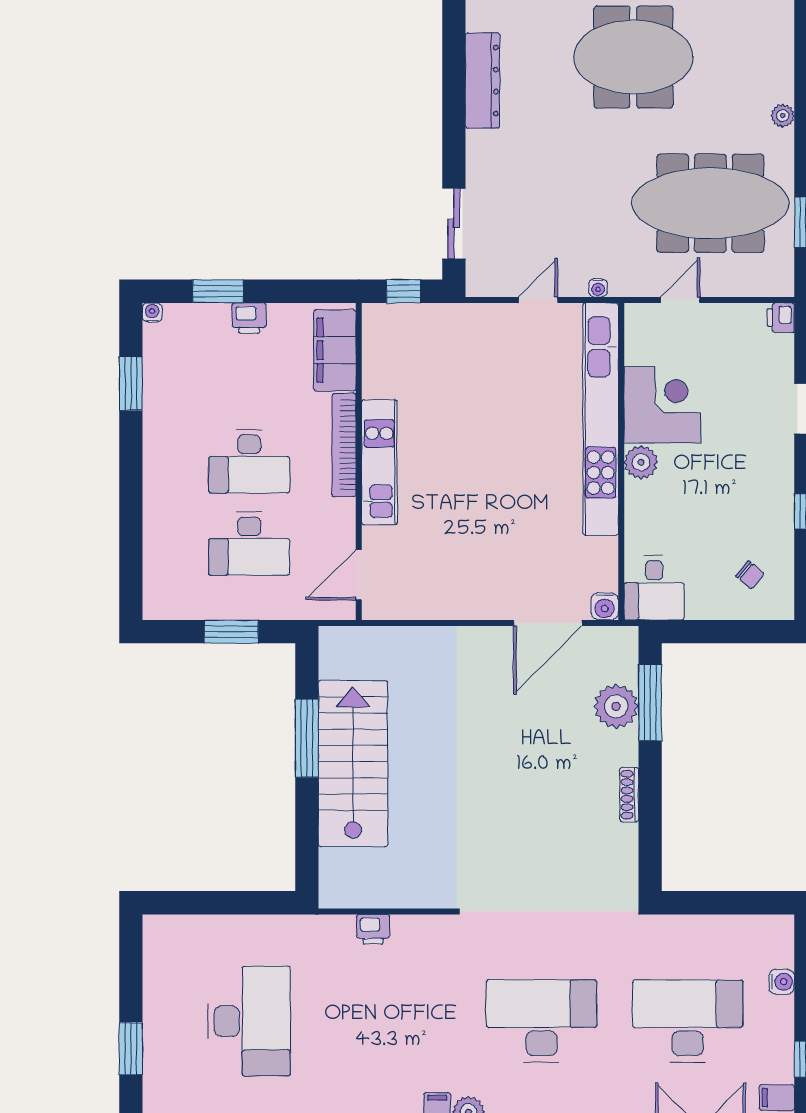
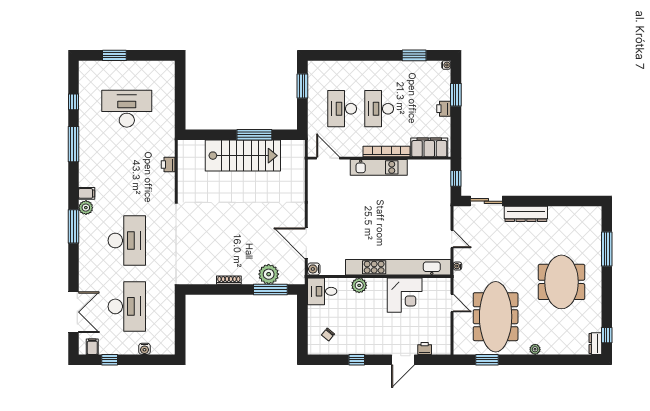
dresser: (483, 81) -> (526, 214), moved
printer: (781, 318) -> (425, 348), moved
plant: (641, 462) -> (359, 285), moved
window: (231, 632) -> (302, 86), moved
desk: (249, 1021) -> (127, 109), turned 180

